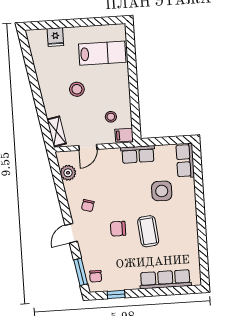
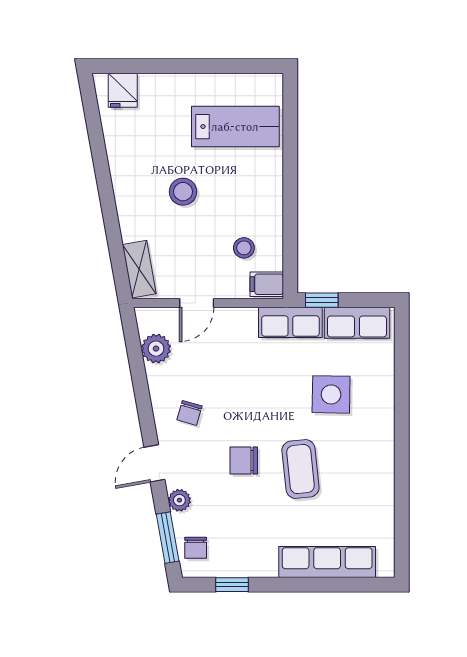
fridge: (55, 37) -> (123, 90), moved
window: (154, 142) -> (322, 300), added
row of seats: (185, 161) -> (357, 323), moved, turned -90
plant: (86, 252) -> (179, 500), added

